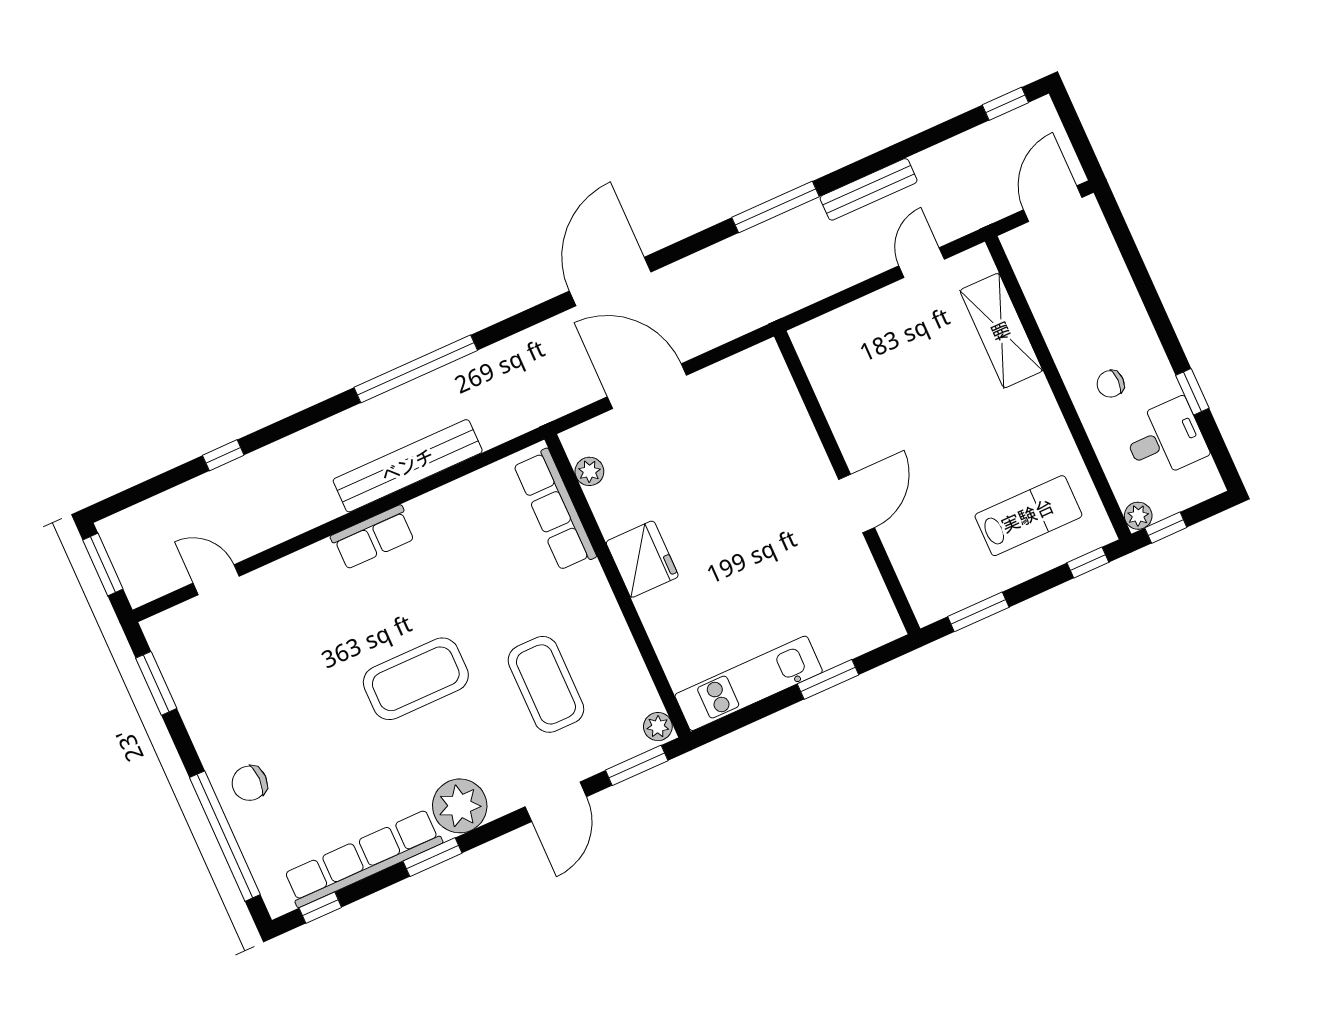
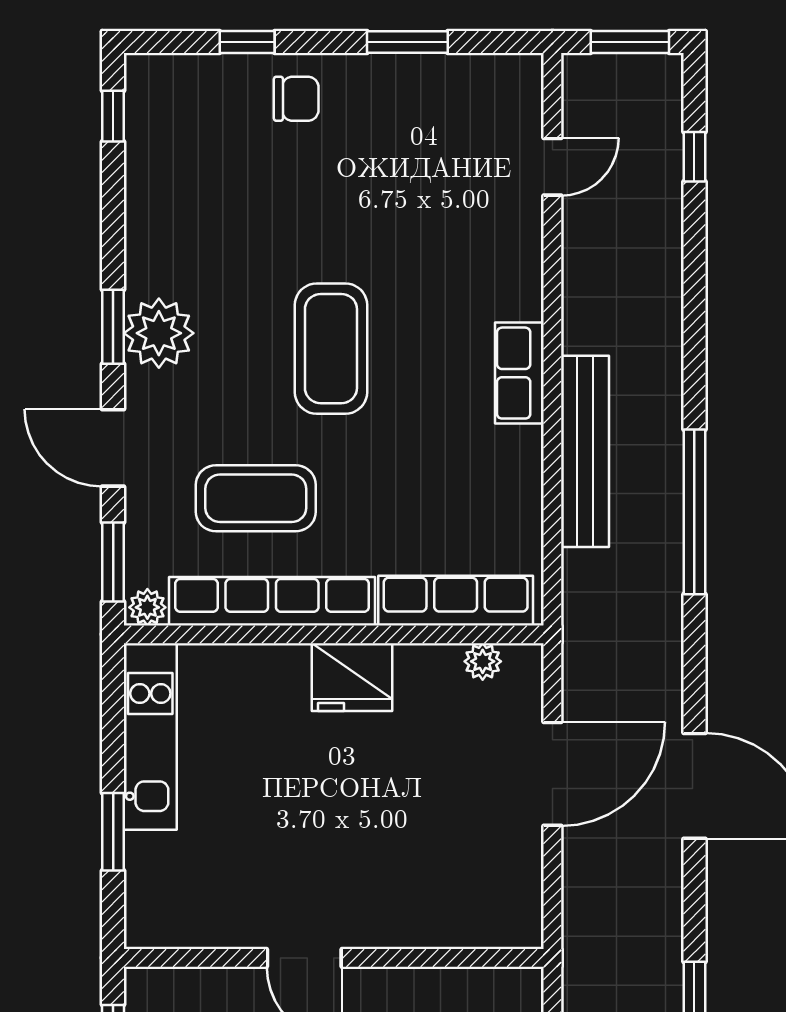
window: (223, 455) -> (694, 157), moved
window: (156, 683) -> (407, 42), moved
chair: (250, 783) -> (296, 99), turned 90
window: (225, 836) -> (247, 42), width x0.32
window: (432, 857) -> (113, 327), moved
row of seats: (363, 858) -> (272, 601), moved, turned -90

